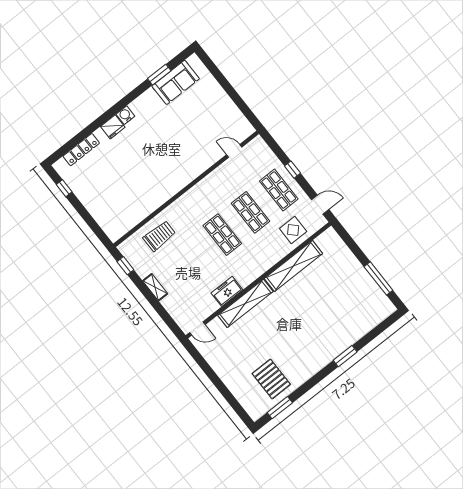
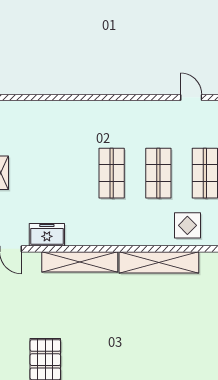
trolley: (159, 236) -> (46, 124), removed
freezer: (227, 291) -> (47, 235), moved

